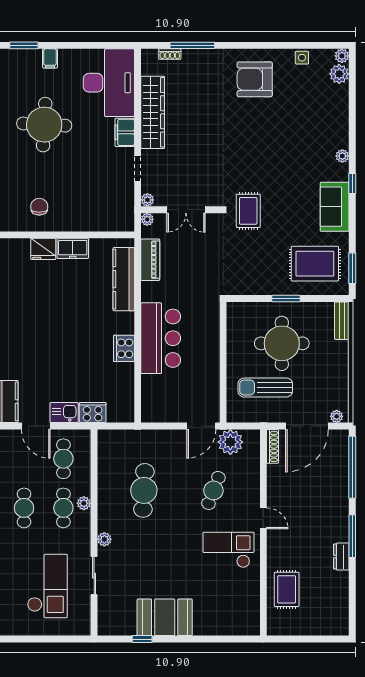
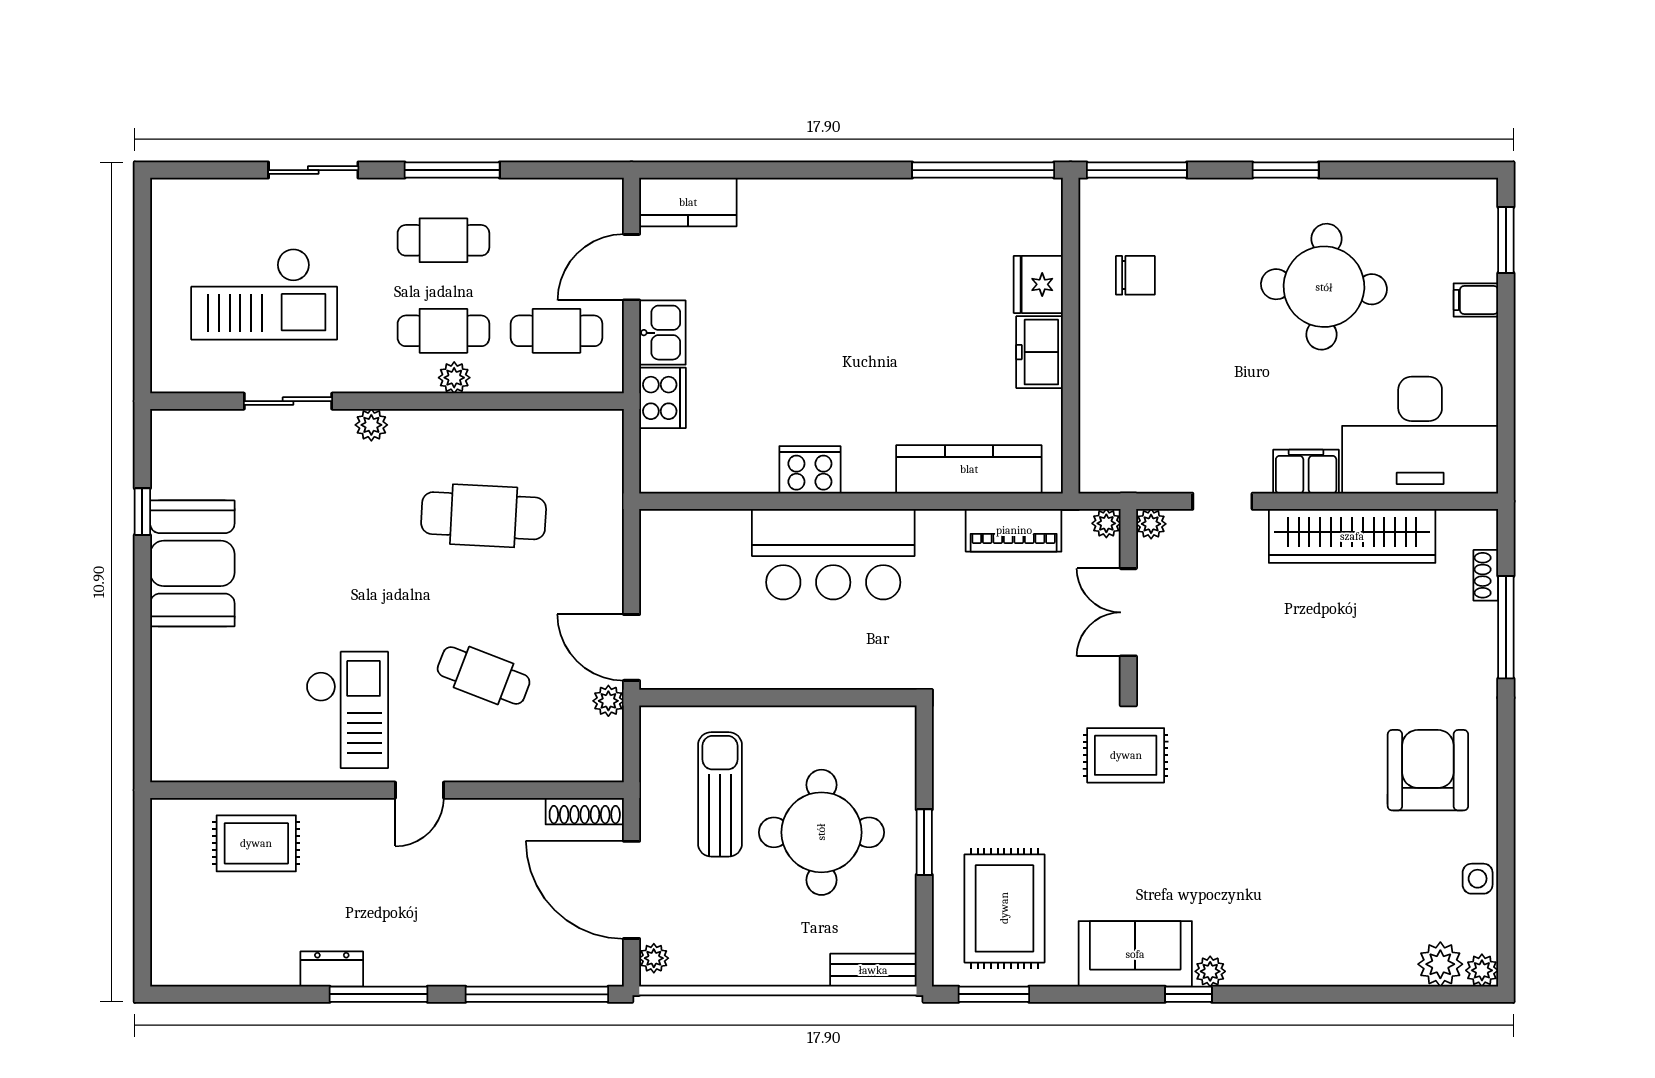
plant: (342, 156) -> (1210, 971), moved
plant: (230, 442) -> (608, 701), width x0.53, depth x0.53

